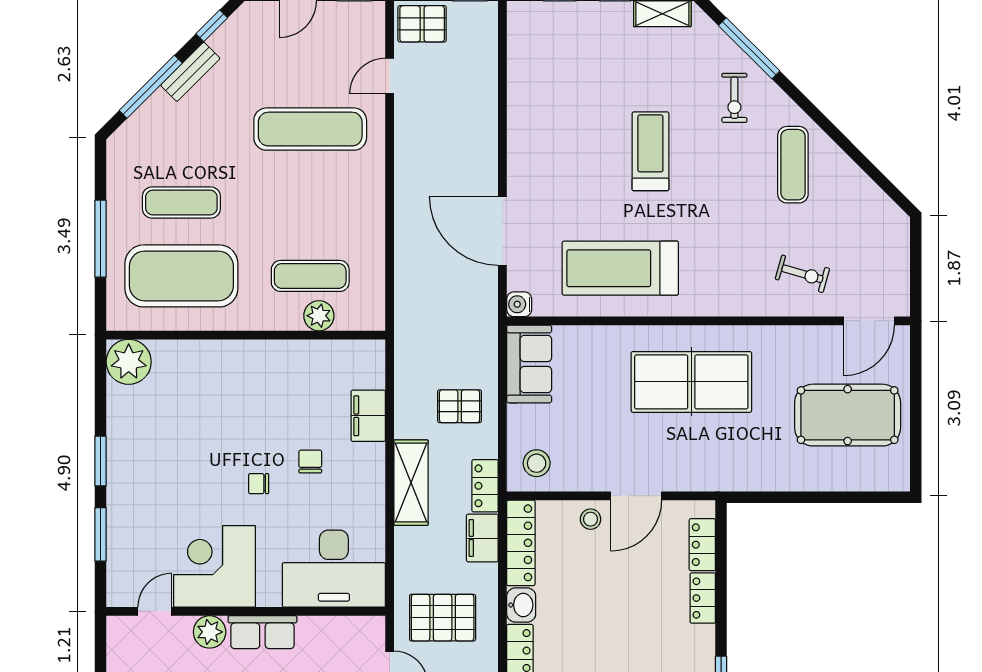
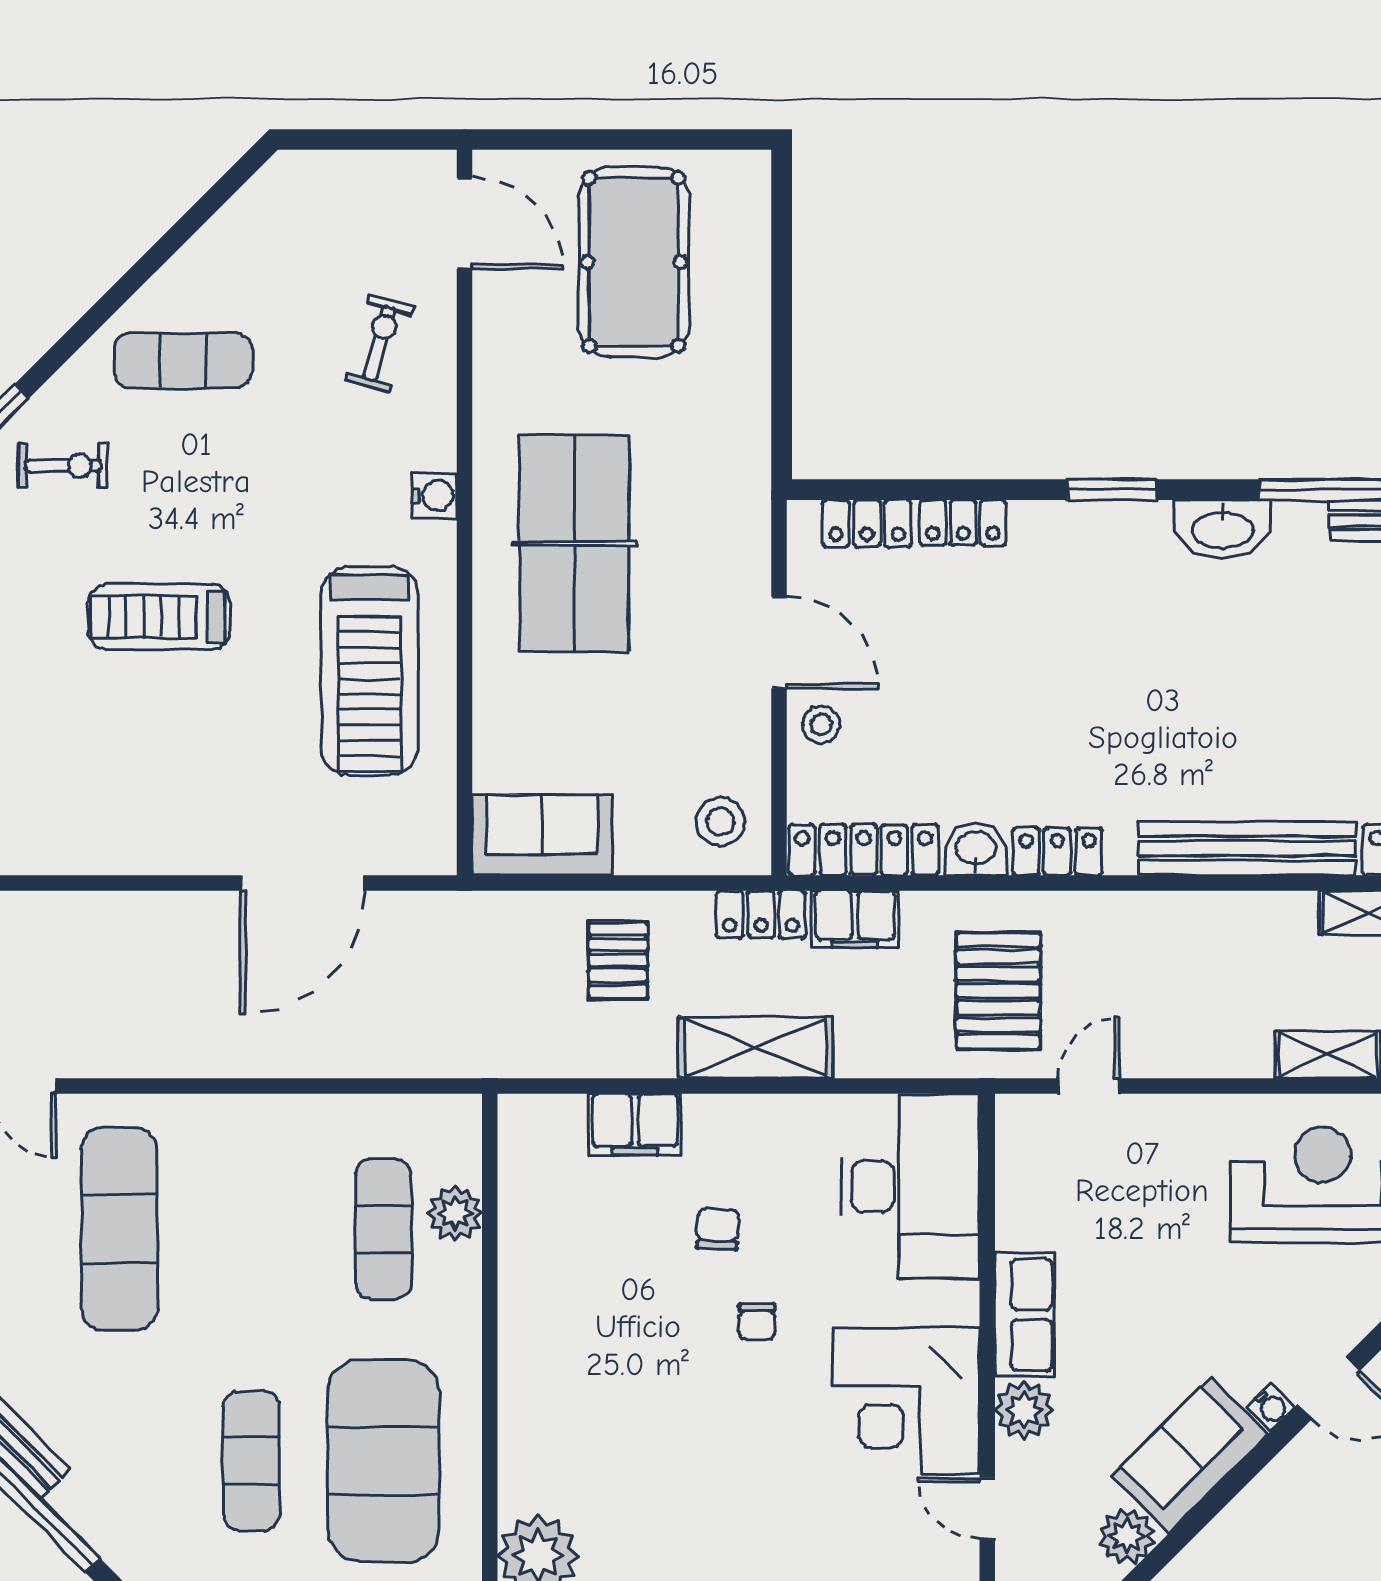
water cooler: (519, 304) -> (434, 495), moved, turned -90
chair: (310, 462) -> (717, 1229), turned 92

